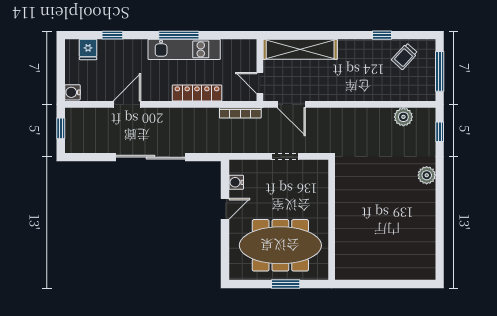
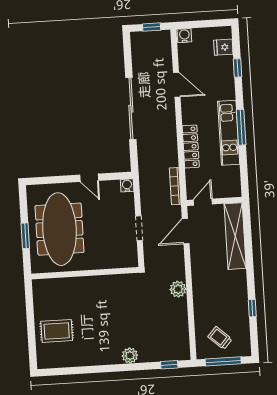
trolley: (405, 56) -> (220, 338), moved
plant: (403, 117) -> (178, 289), moved
water cooler: (236, 182) -> (127, 185), moved
rug: (394, 255) -> (57, 331), added

